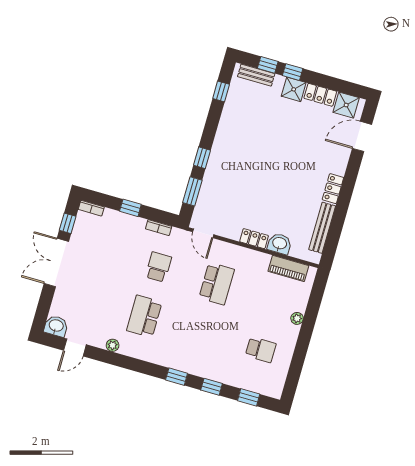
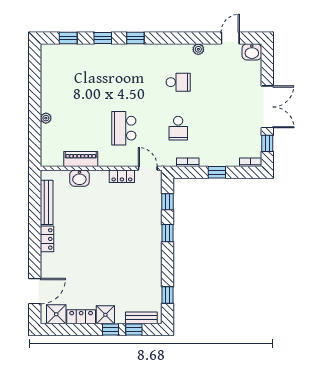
window: (192, 191) -> (168, 202), width x0.67
locker: (254, 239) -> (122, 176), moved
piano: (288, 268) -> (81, 159), moved
school desk: (144, 316) -> (178, 82), width x0.54
school desk: (261, 350) -> (70, 82), removed

